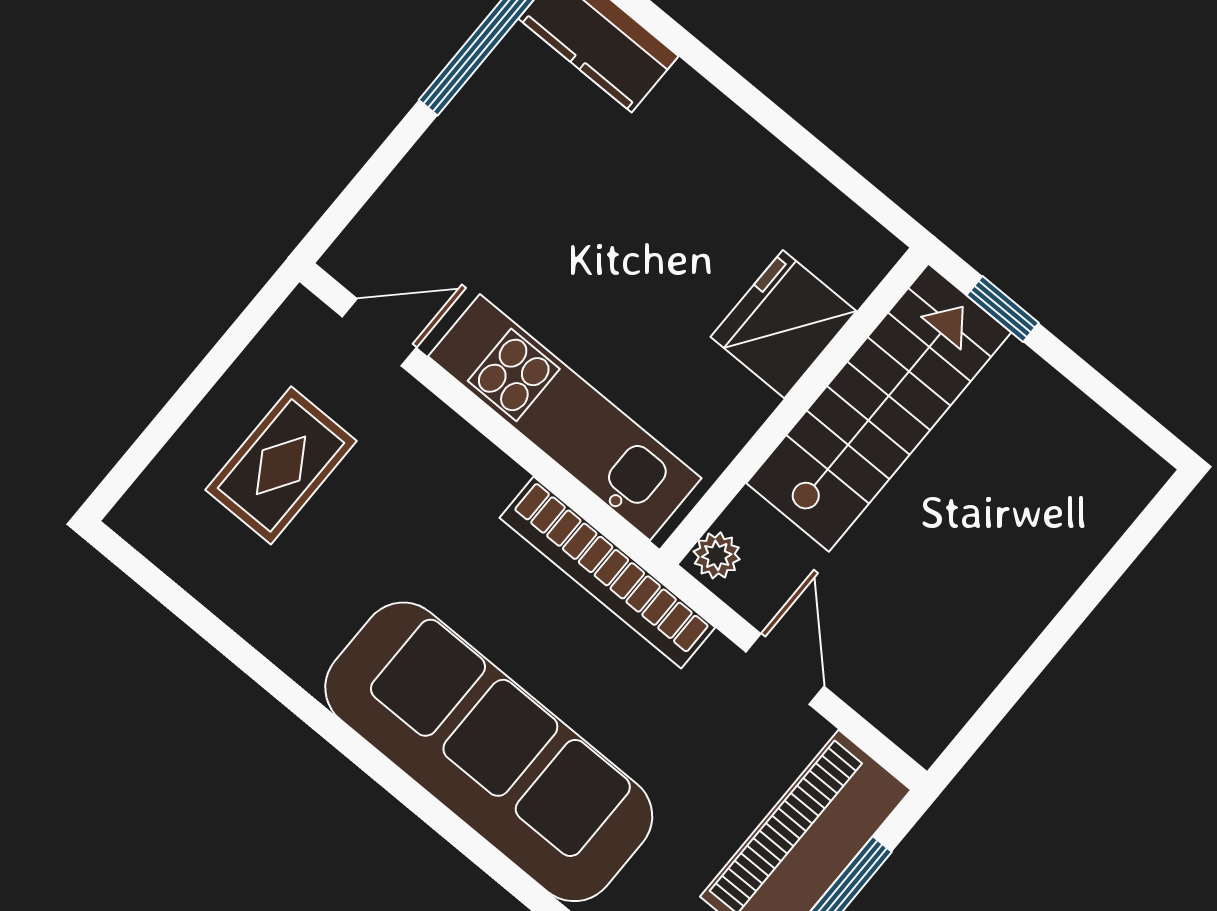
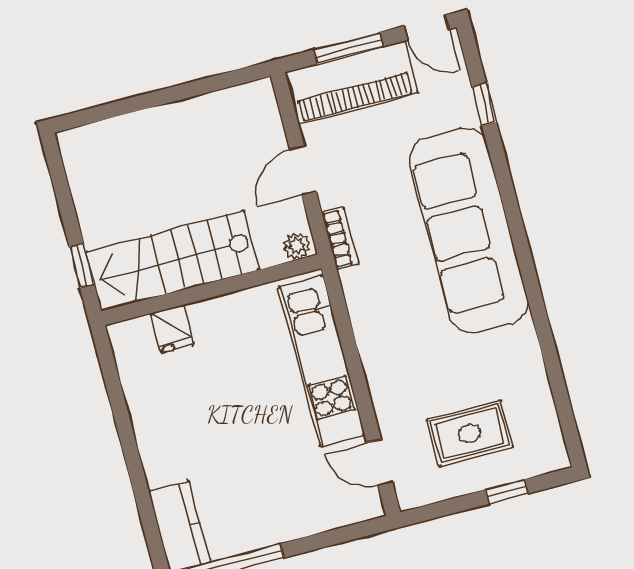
fridge: (784, 324) -> (172, 329), width x0.53, depth x0.75
window: (169, 420) -> (507, 492), added
bookcase: (607, 573) -> (340, 238), width x0.43, depth x0.76

